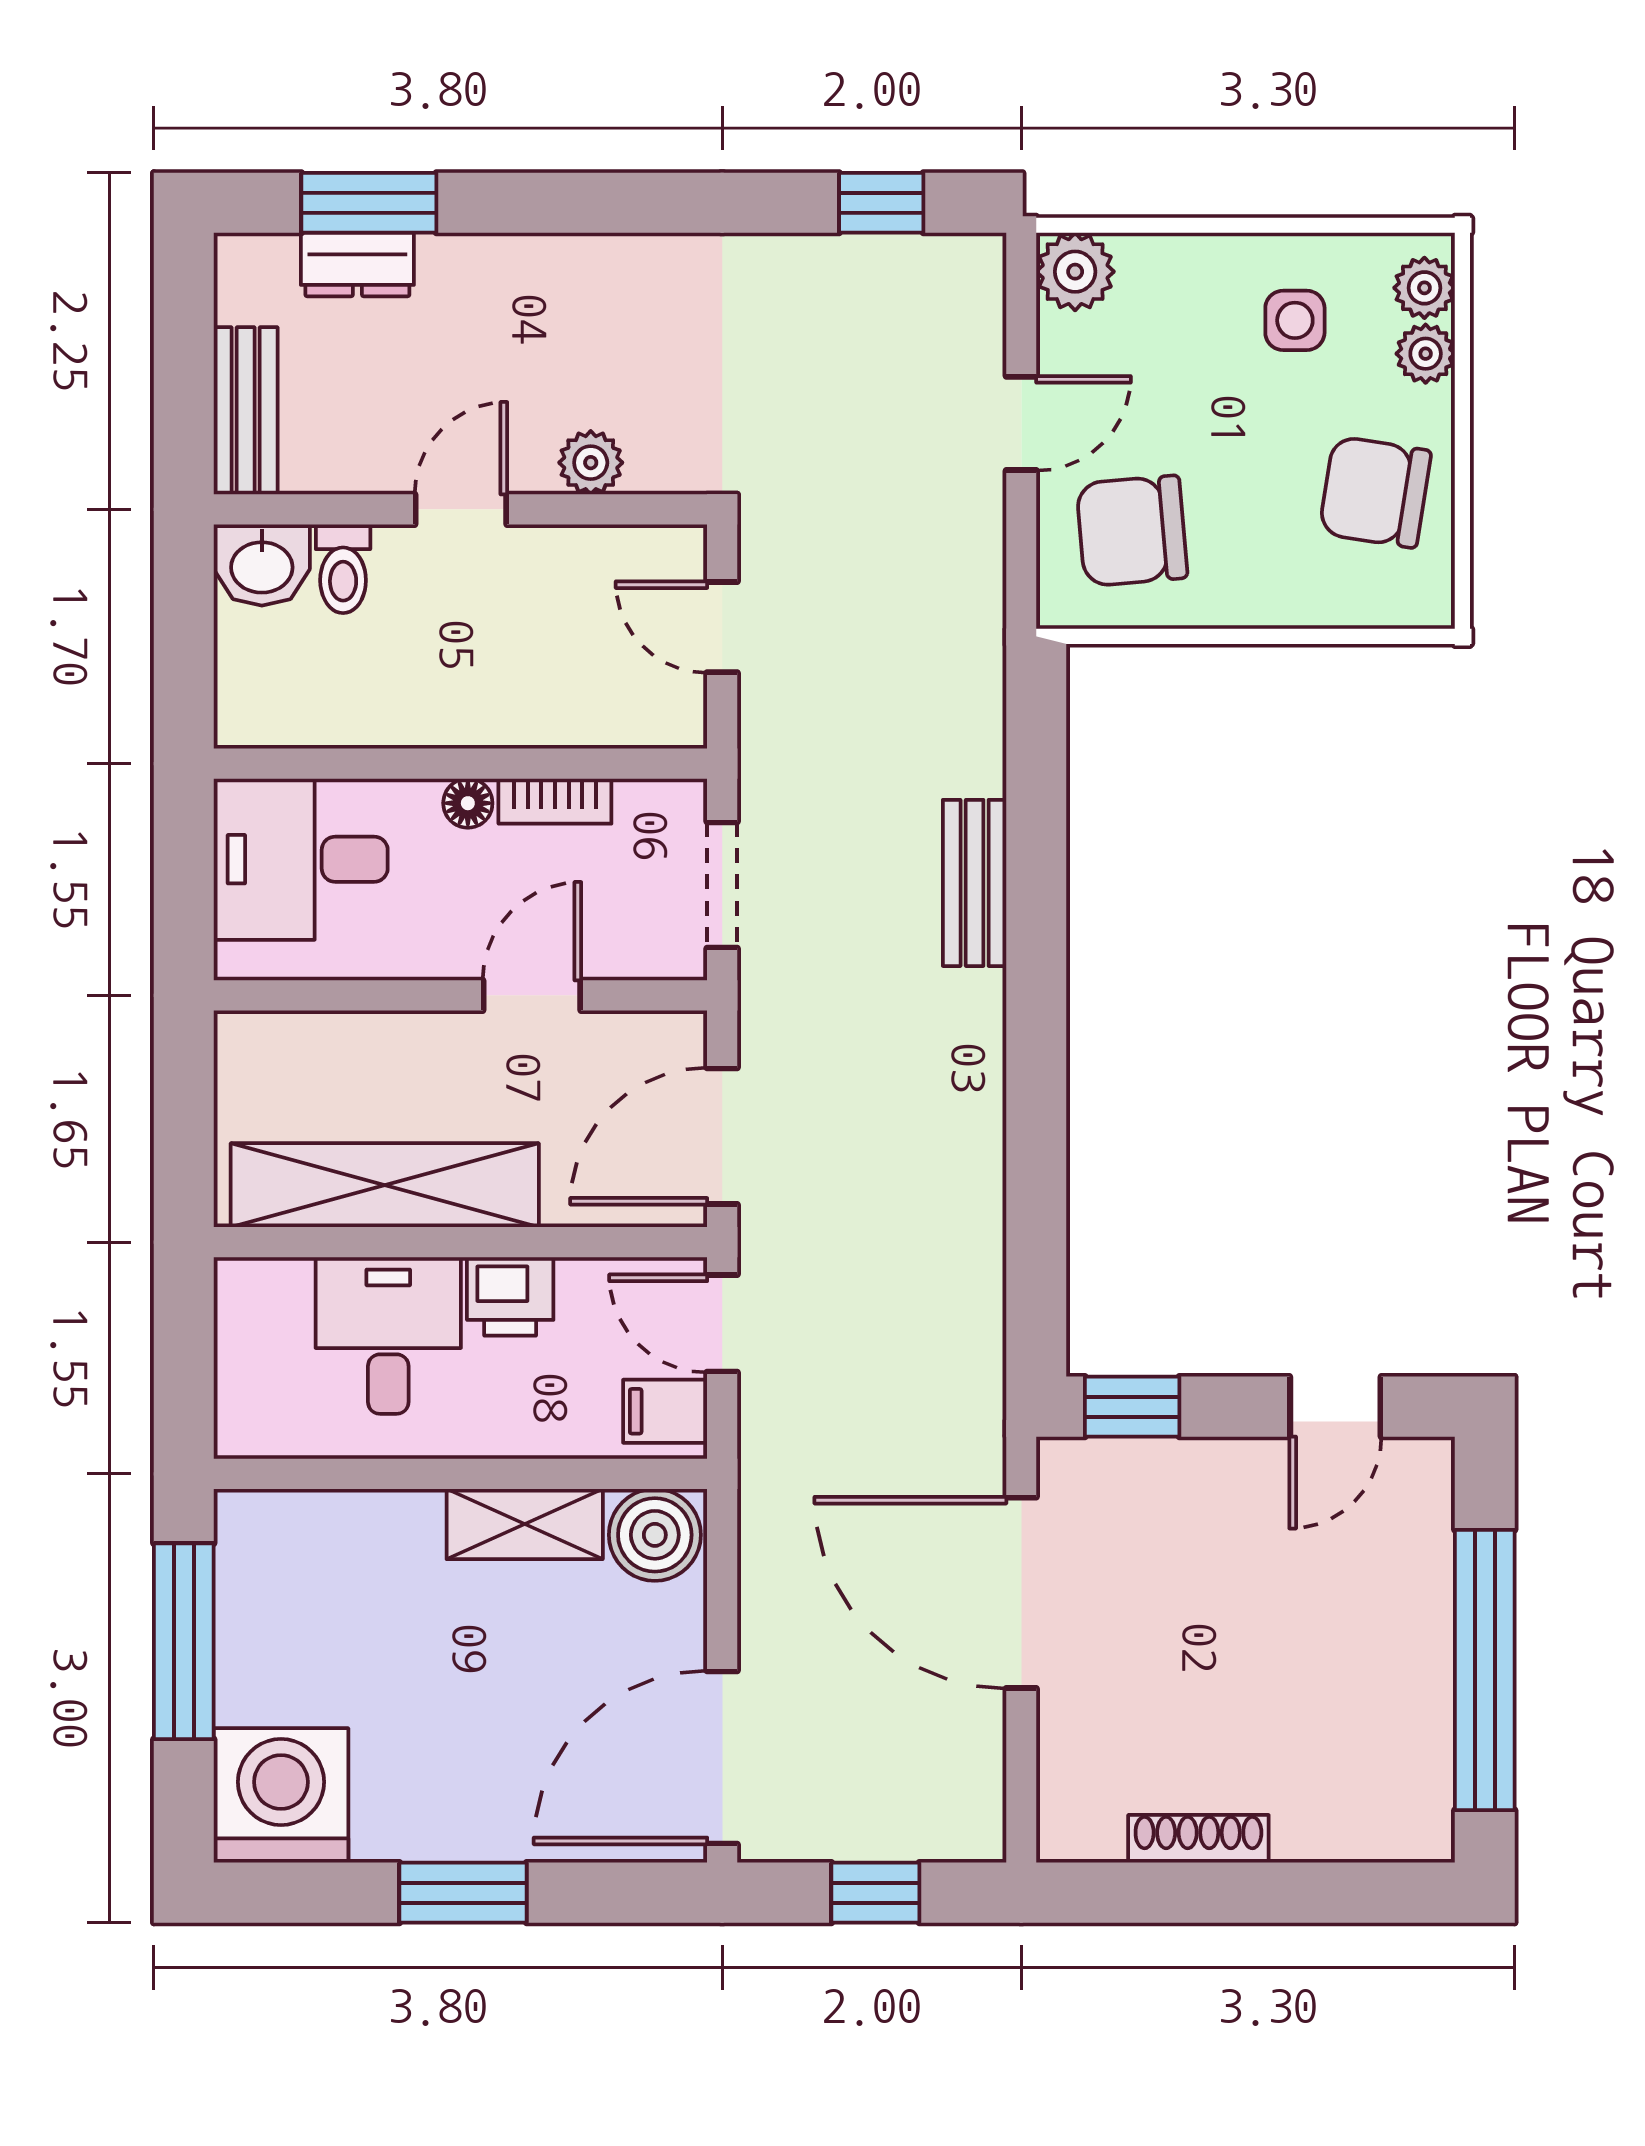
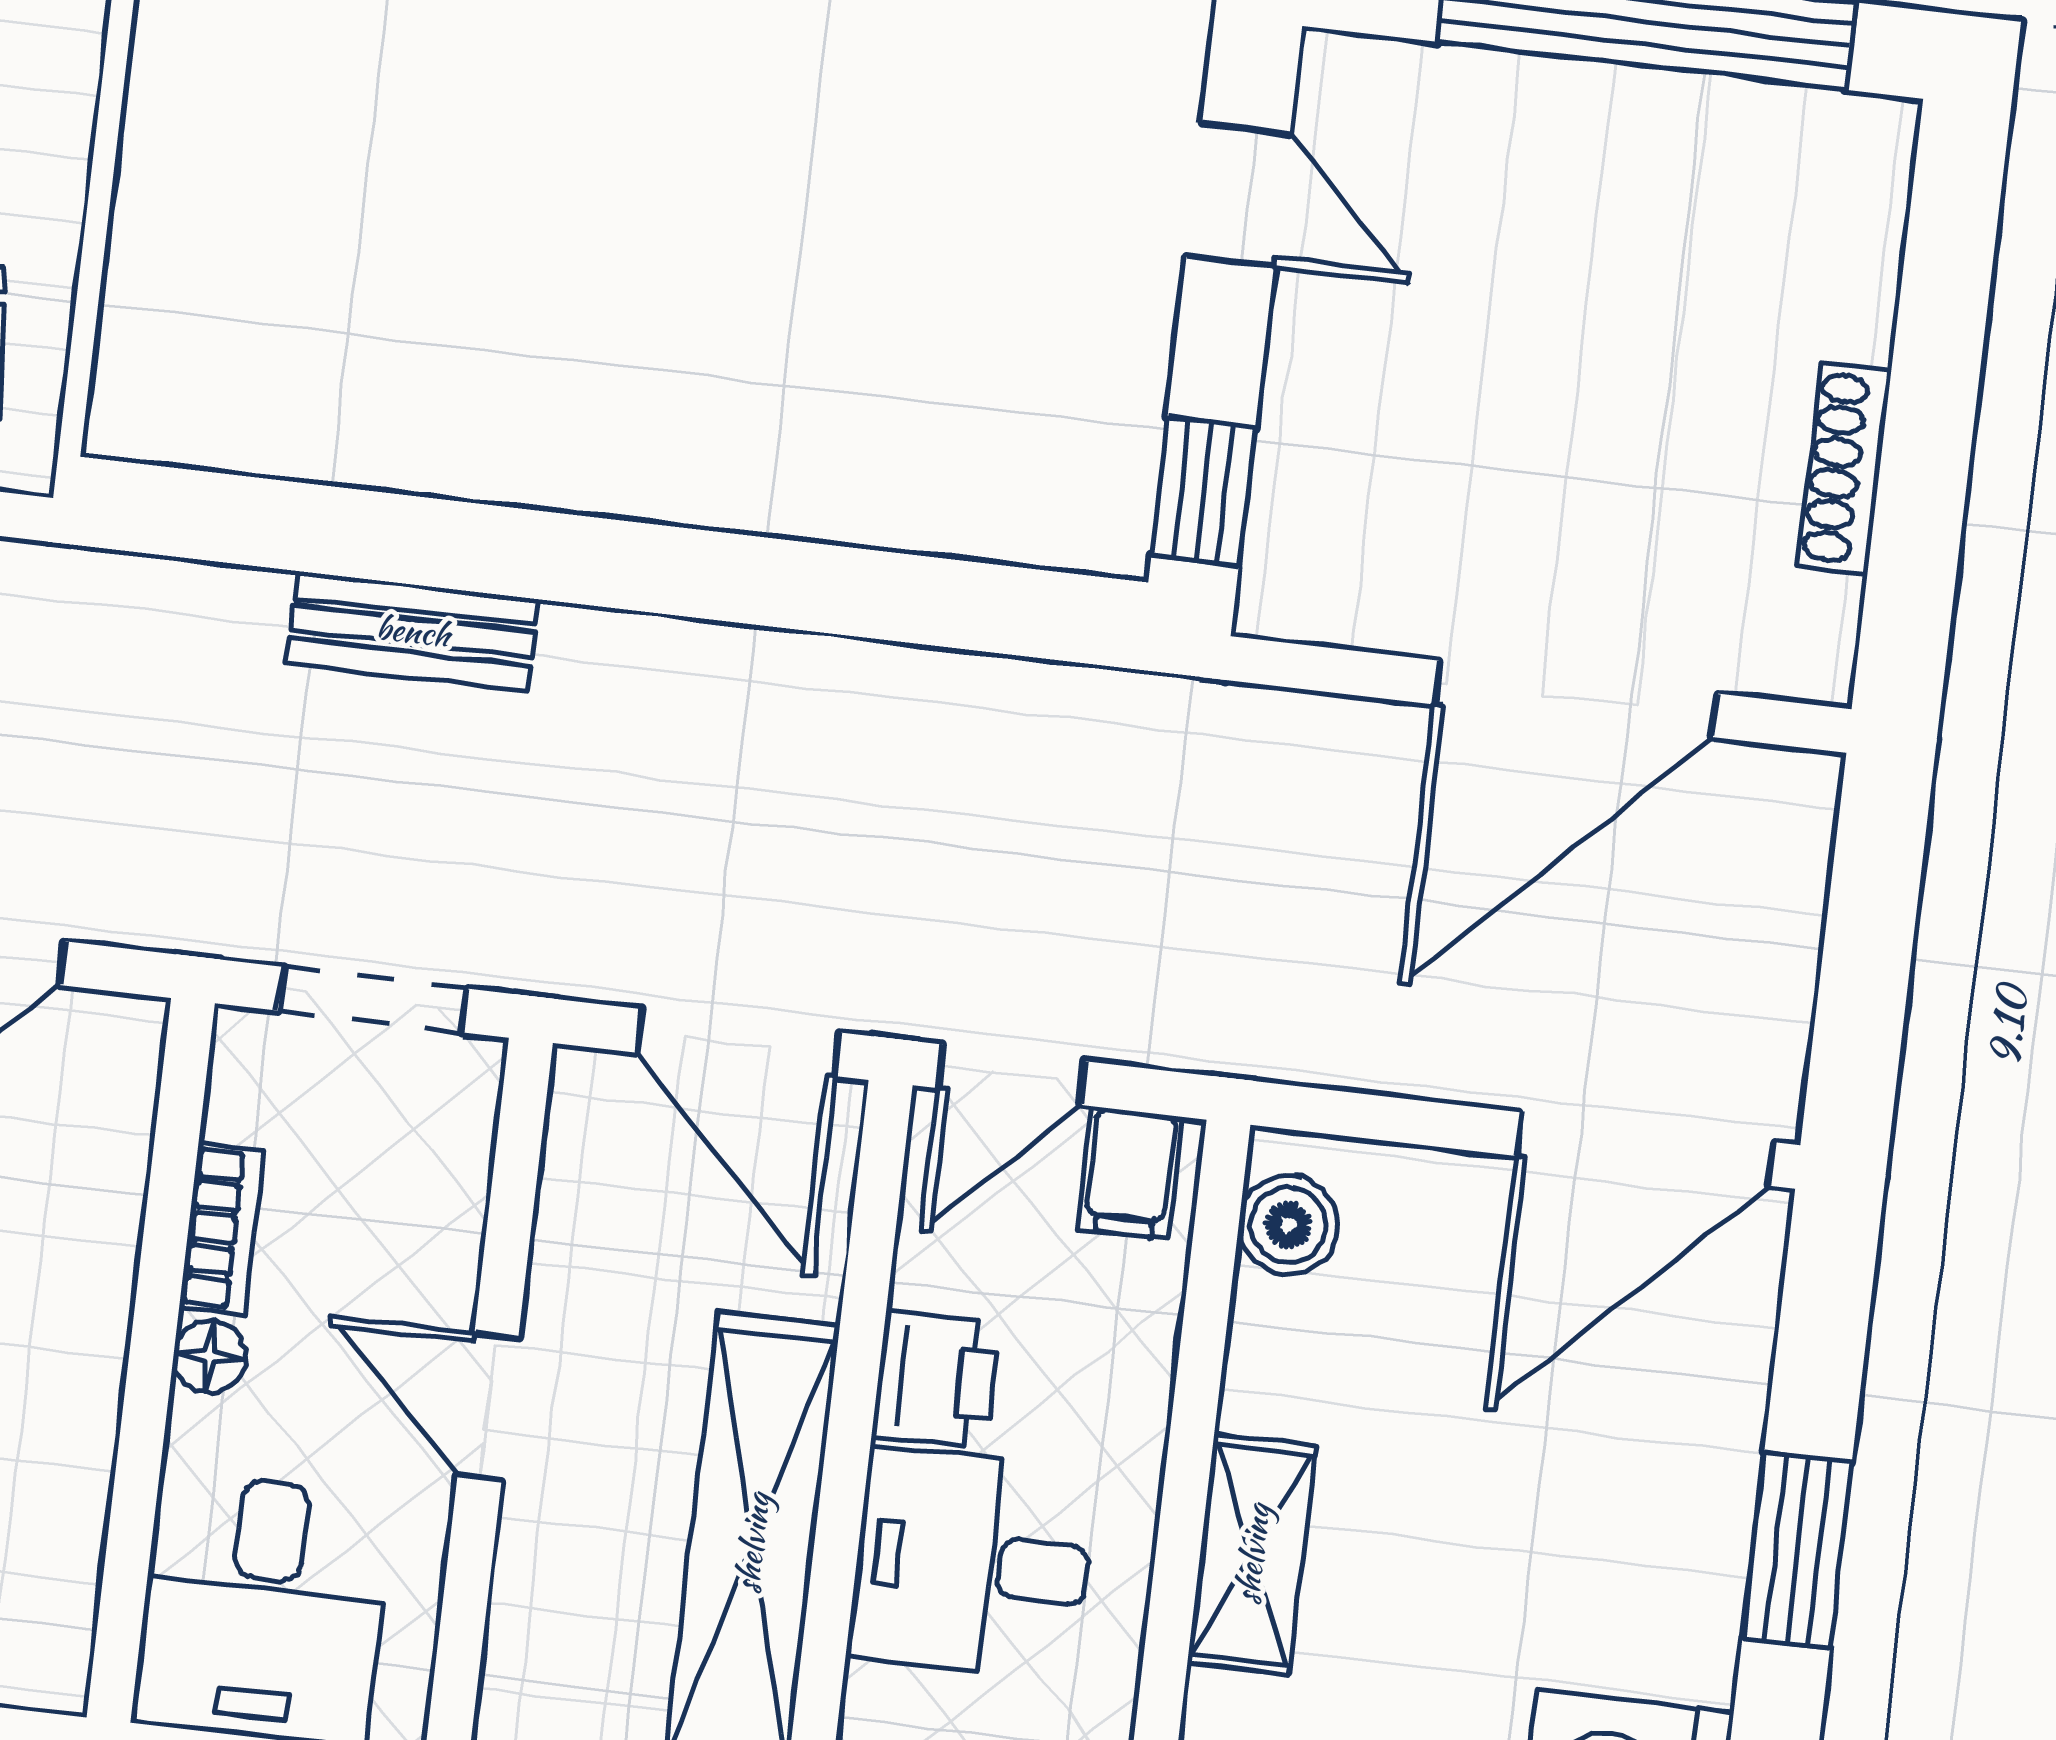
door: (532, 995) -> (488, 1407), moved
shelving: (525, 1524) -> (1252, 1554), moved
boiler: (655, 1535) -> (1288, 1225), width x0.73, depth x0.73
door: (1021, 1593) -> (1576, 699), moved
door: (722, 1757) -> (1645, 1149), hinge flipped
window: (875, 1893) -> (1868, 949), removed

